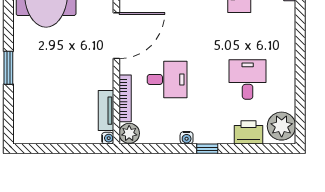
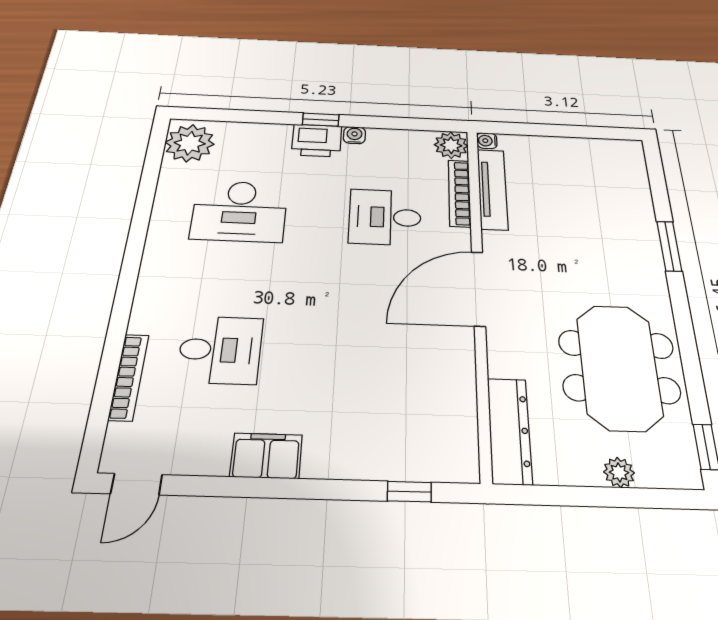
desk: (248, 79) -> (240, 211), width x1.37
tv unit: (106, 111) -> (492, 189), width x1.41
printer: (248, 132) -> (317, 140), moved

